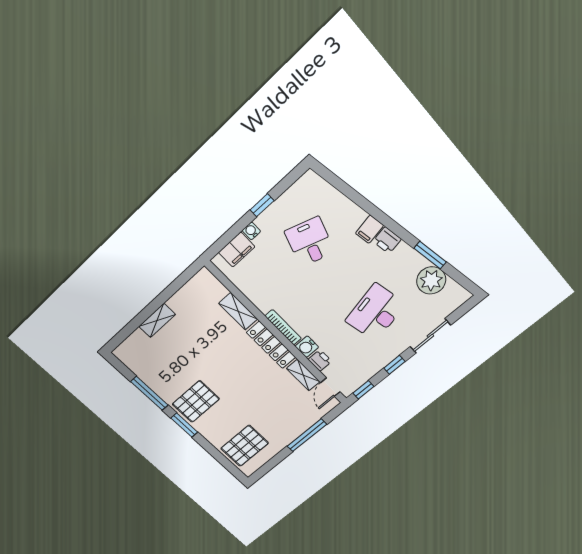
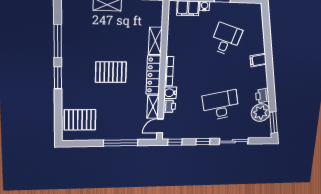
printer: (387, 240) -> (262, 96), moved
window: (430, 255) -> (274, 123), moved
pallet: (196, 401) -> (111, 72), moved

